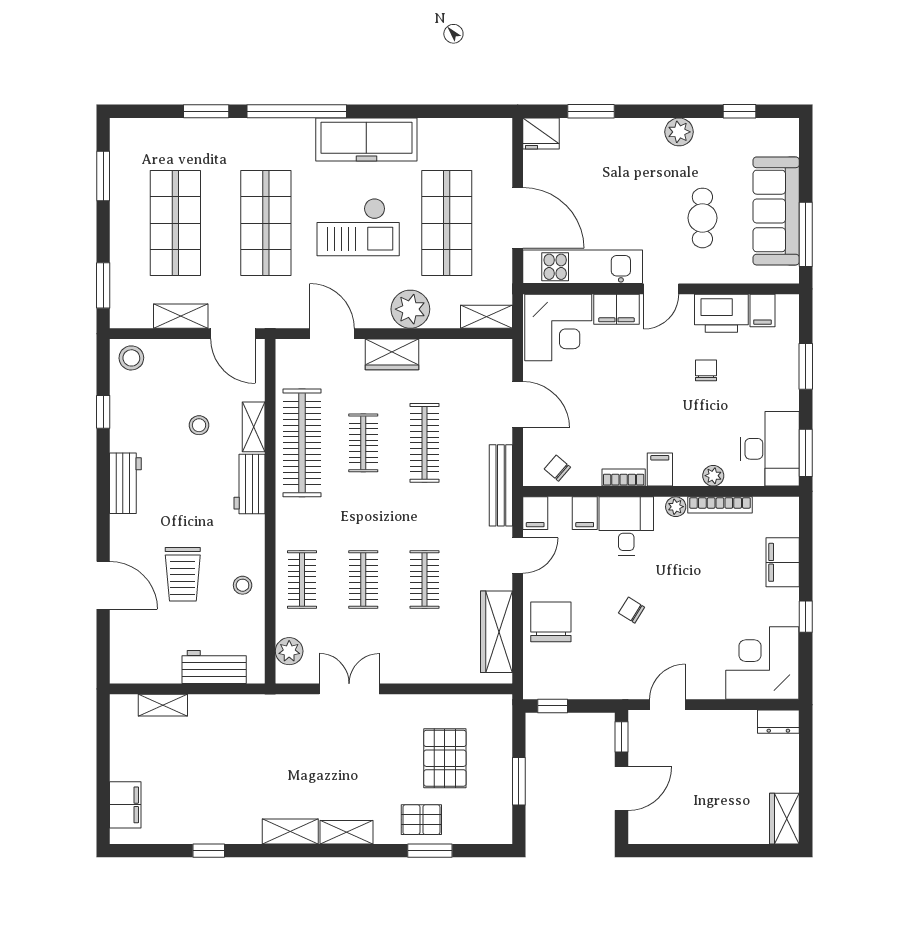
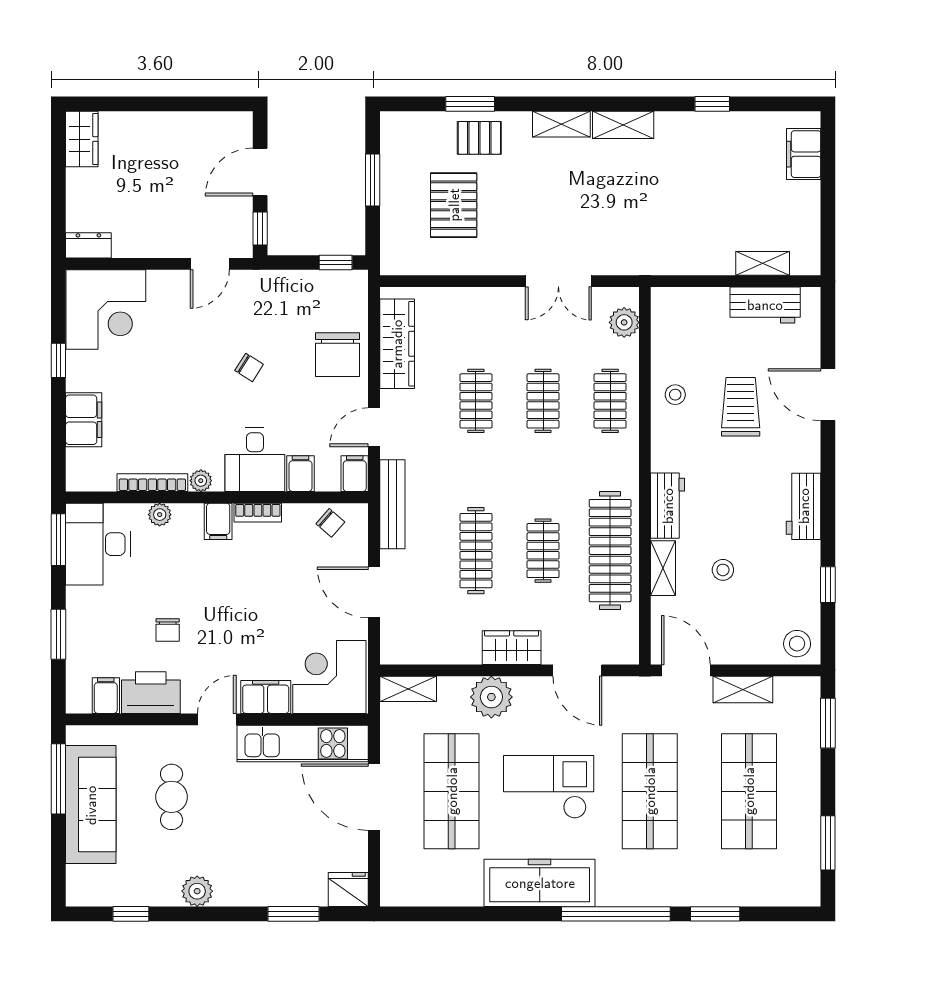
workbench: (214, 667) -> (765, 305), moved

